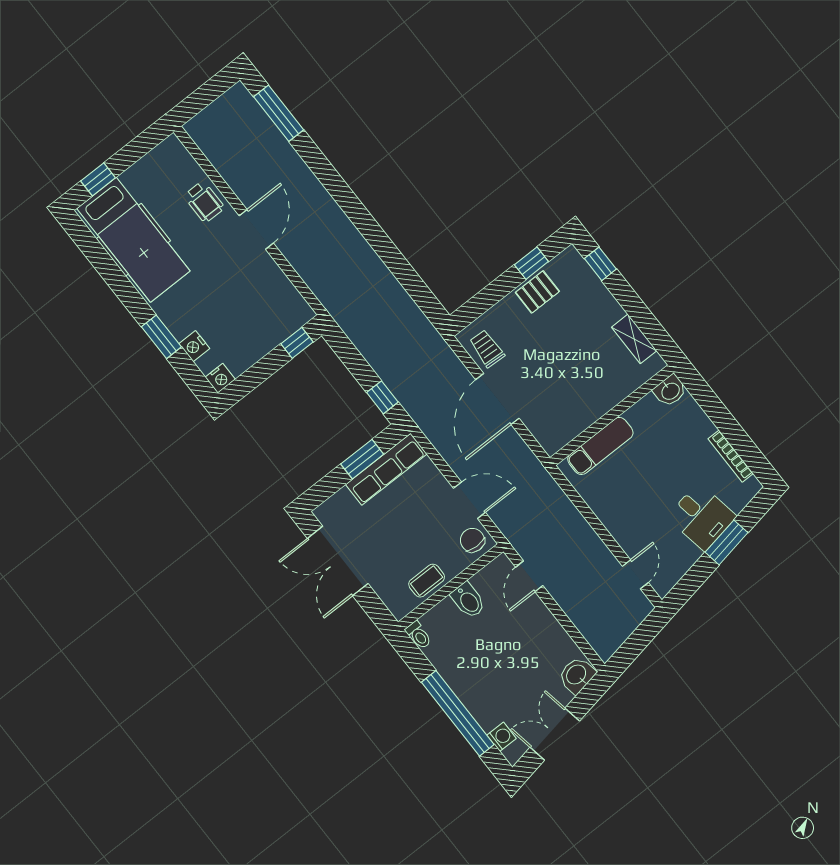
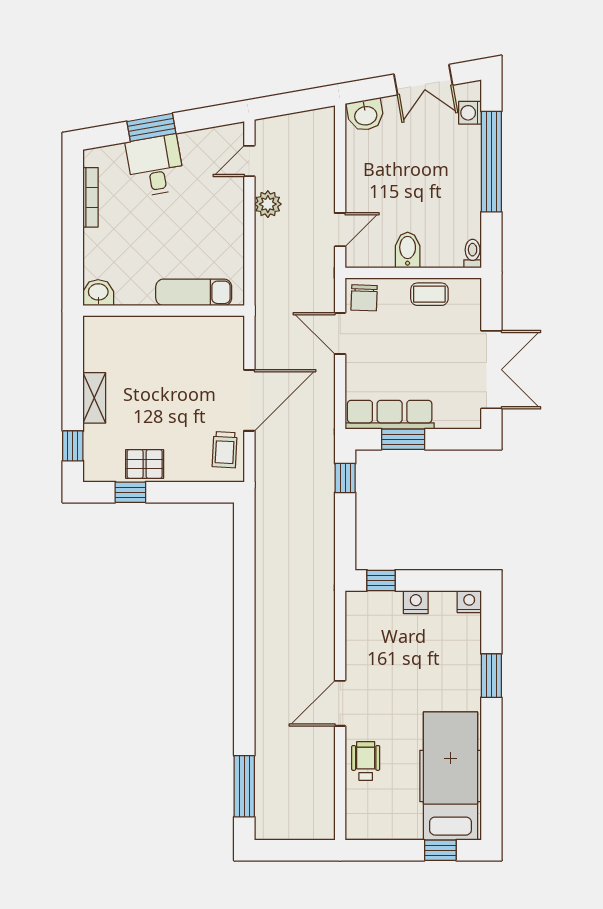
shelving: (634, 339) -> (94, 398), moved
nightstand: (194, 346) -> (416, 602), moved, turned -90
plant: (597, 553) -> (268, 204), added

